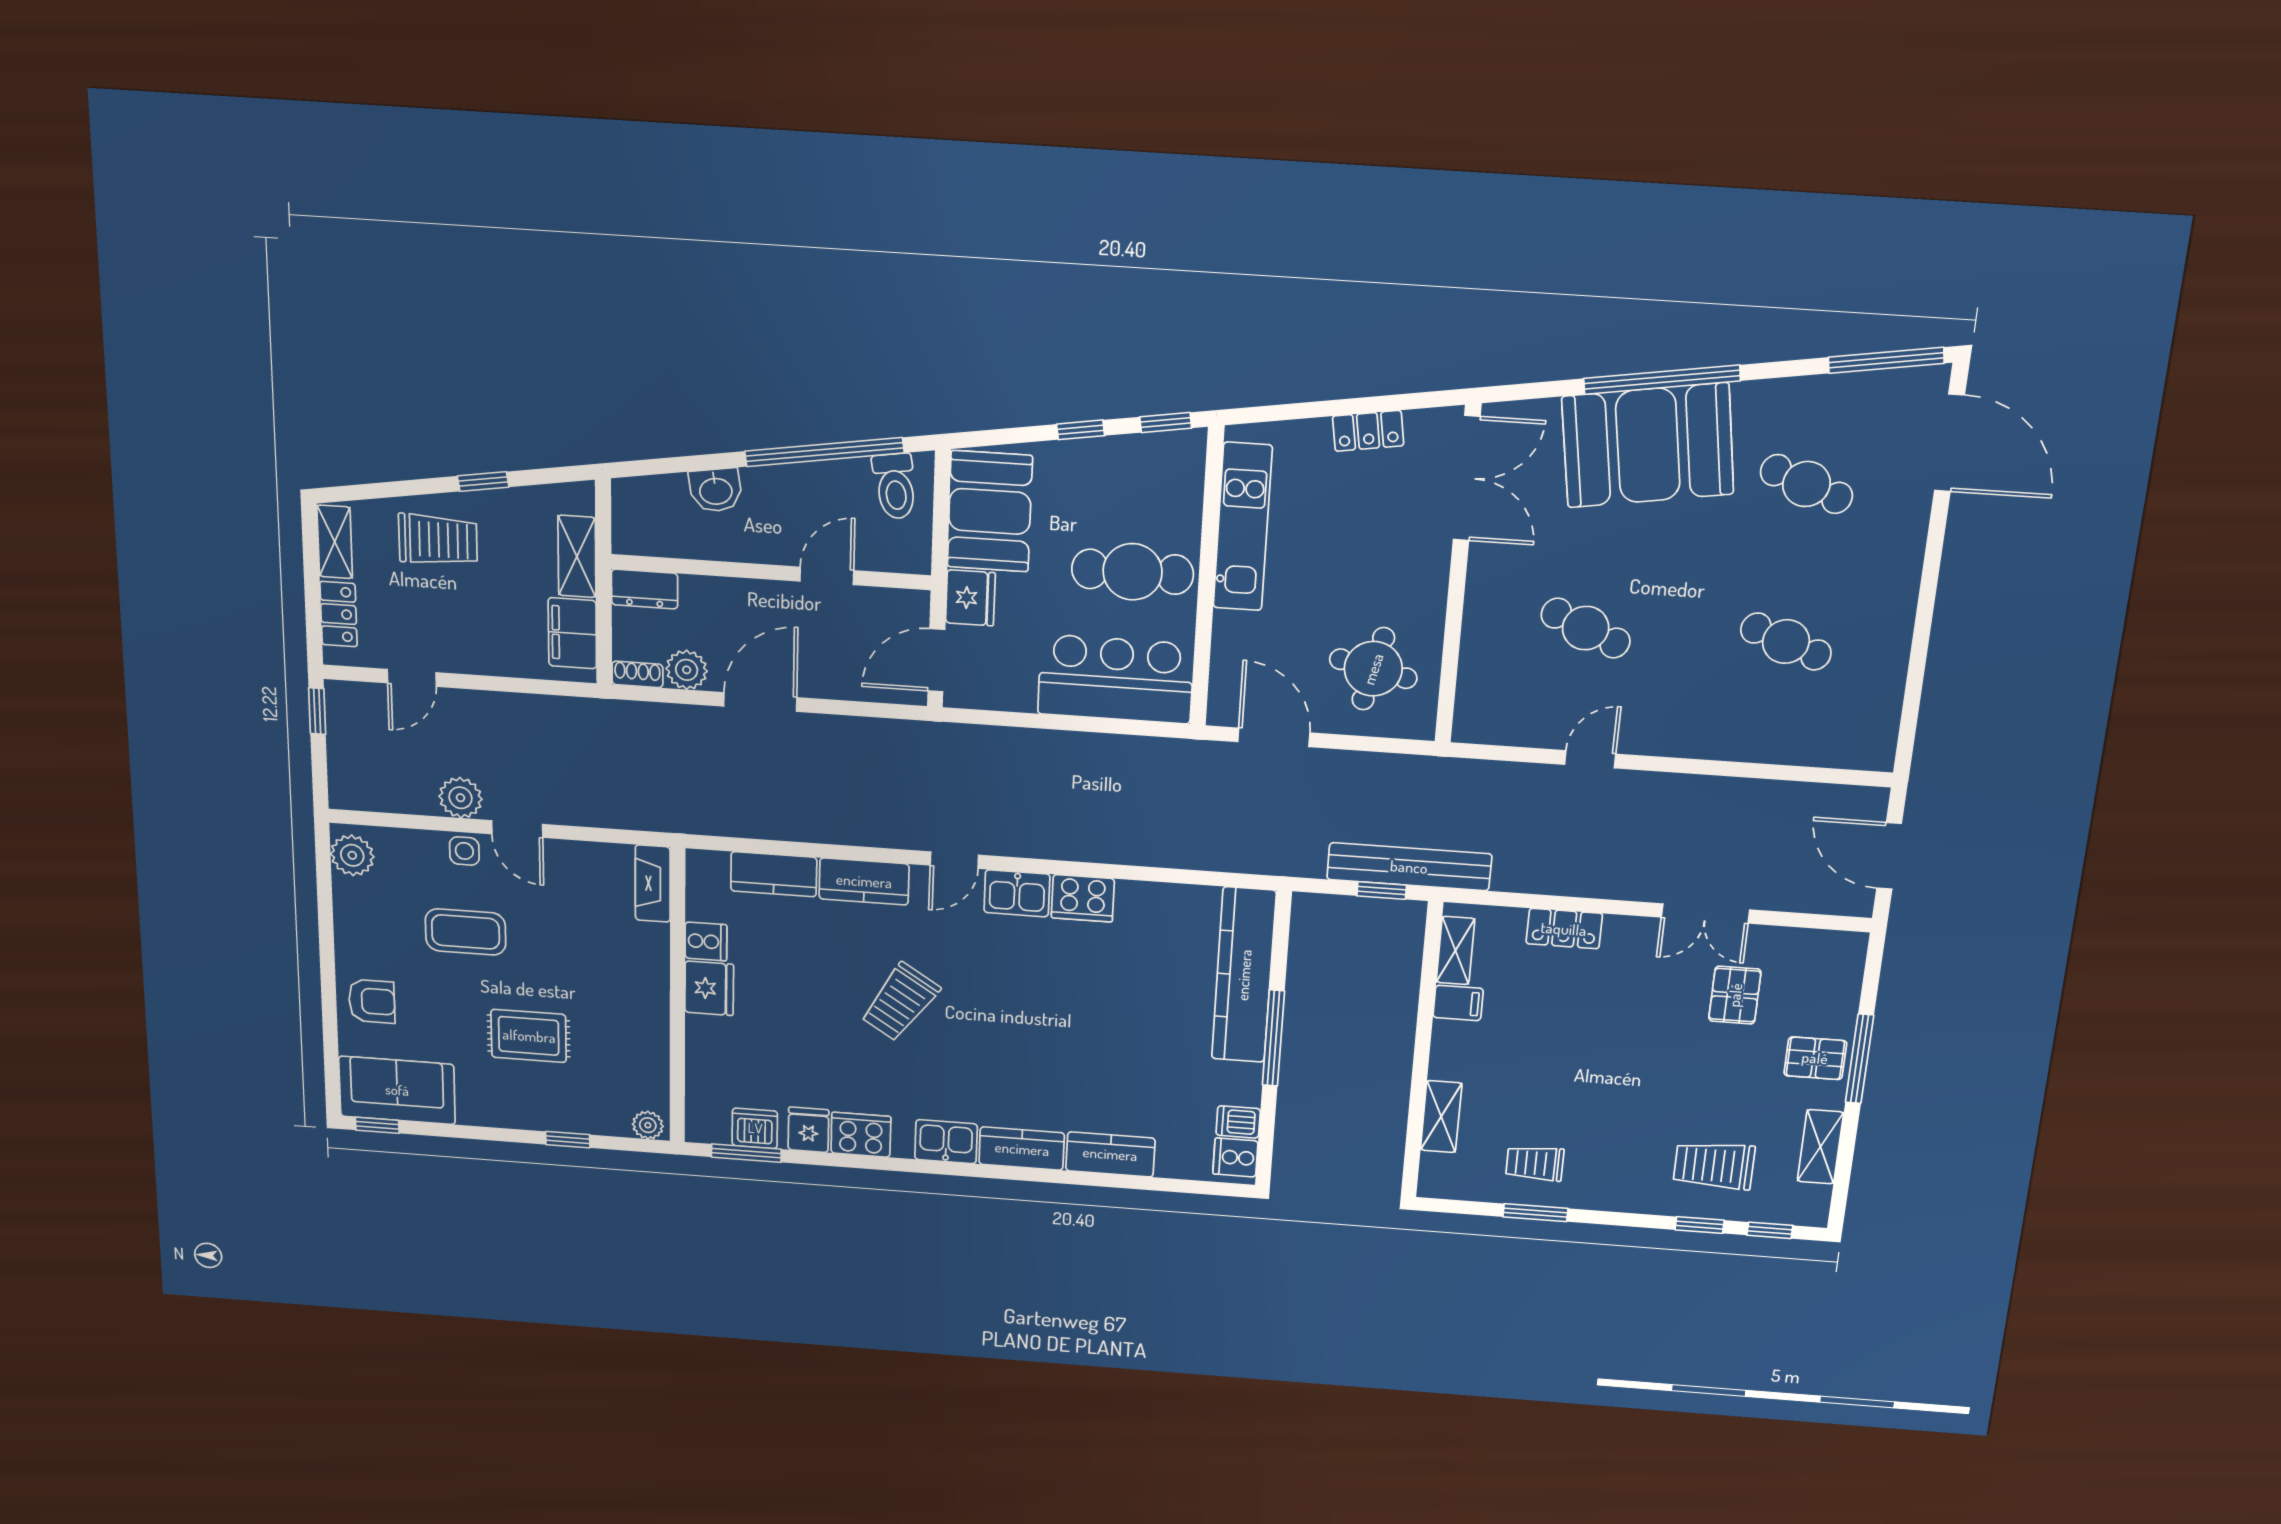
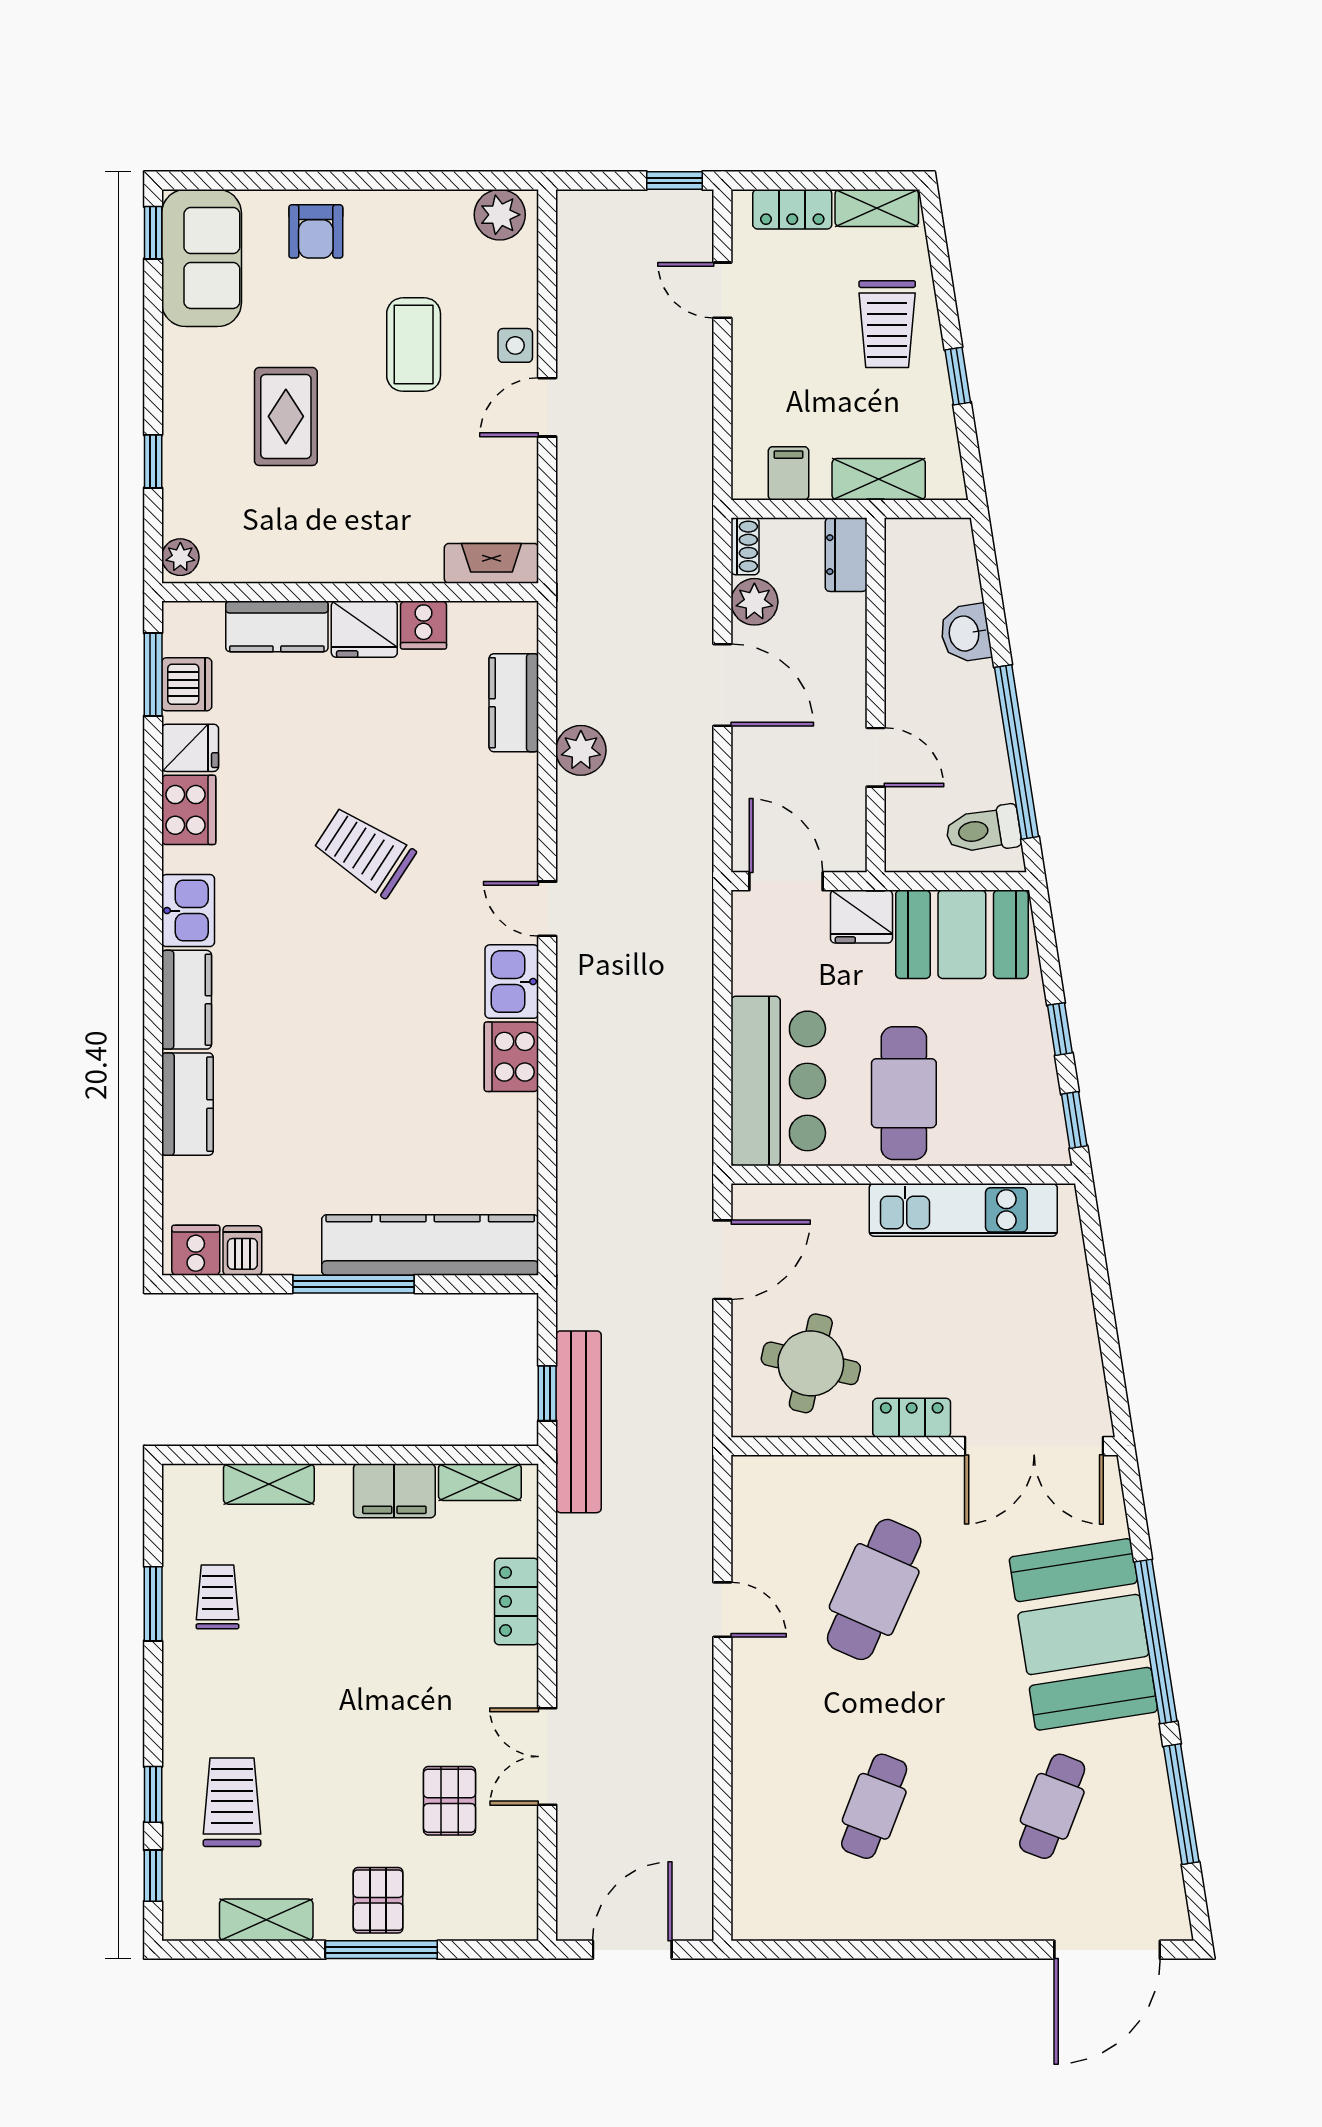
window: (1886, 360) -> (1181, 1804), moved
locker: (1368, 431) -> (912, 1418), moved, turned 99
cafe table: (1586, 628) -> (874, 1589), width x1.37, depth x1.35
filing cabinet: (572, 633) -> (788, 473), width x0.50
plant: (460, 798) -> (581, 750), moved
kitchen counter: (864, 881) -> (277, 626), moved, turned -90
pallet: (1735, 995) -> (449, 1801), turned 90
filing cabinet: (1458, 1003) -> (394, 1491), width x2.00

